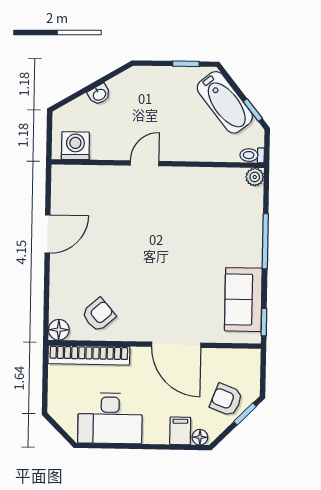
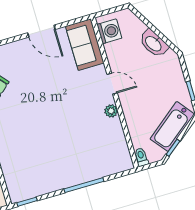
washbasin: (99, 94) -> (154, 43), width x1.91, depth x1.45
plant: (255, 177) -> (111, 111), moved
sofa: (243, 300) -> (85, 45), moved, turned -90

